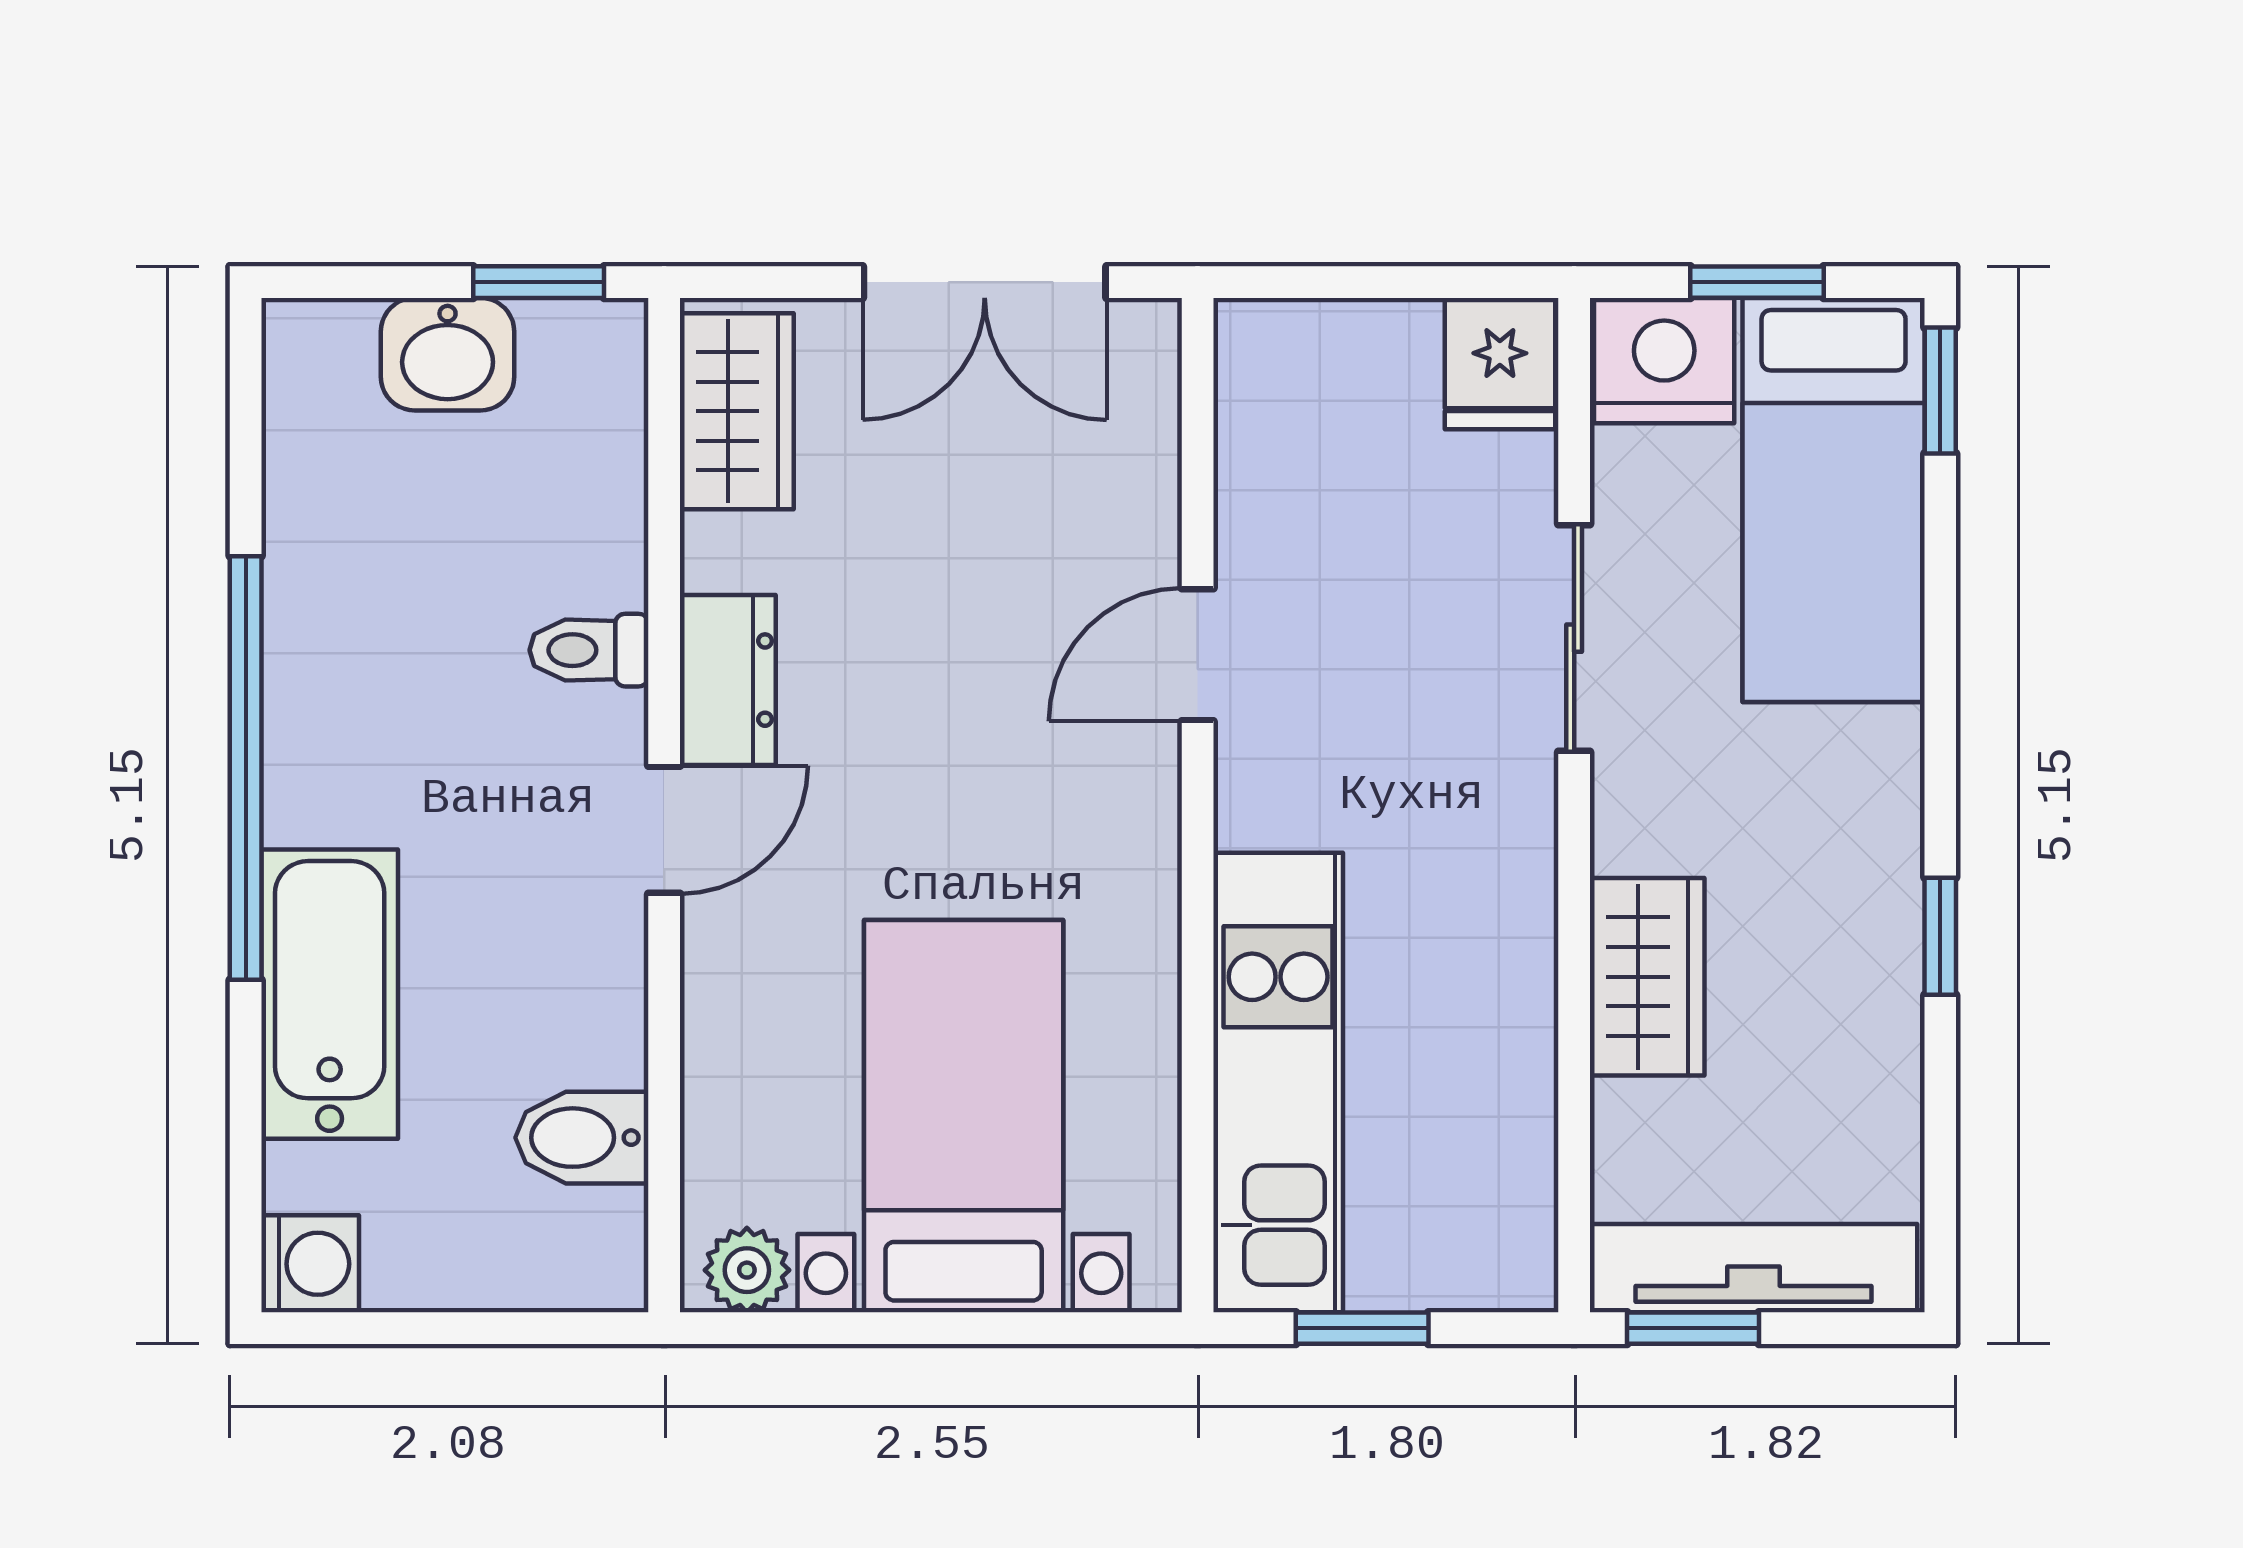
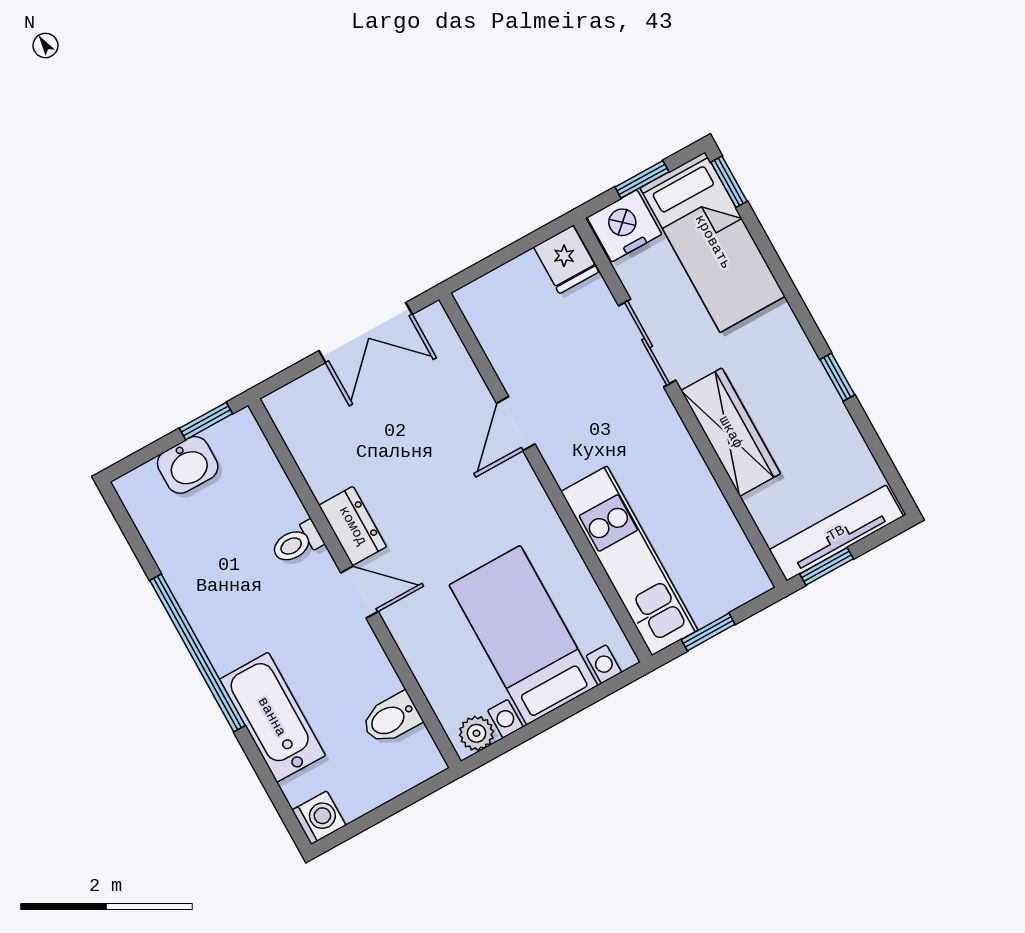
wardrobe: (737, 411) -> (302, 428), removed
door: (664, 830) -> (359, 592), hinge flipped
wardrobe: (1647, 977) -> (731, 432), width x1.50

